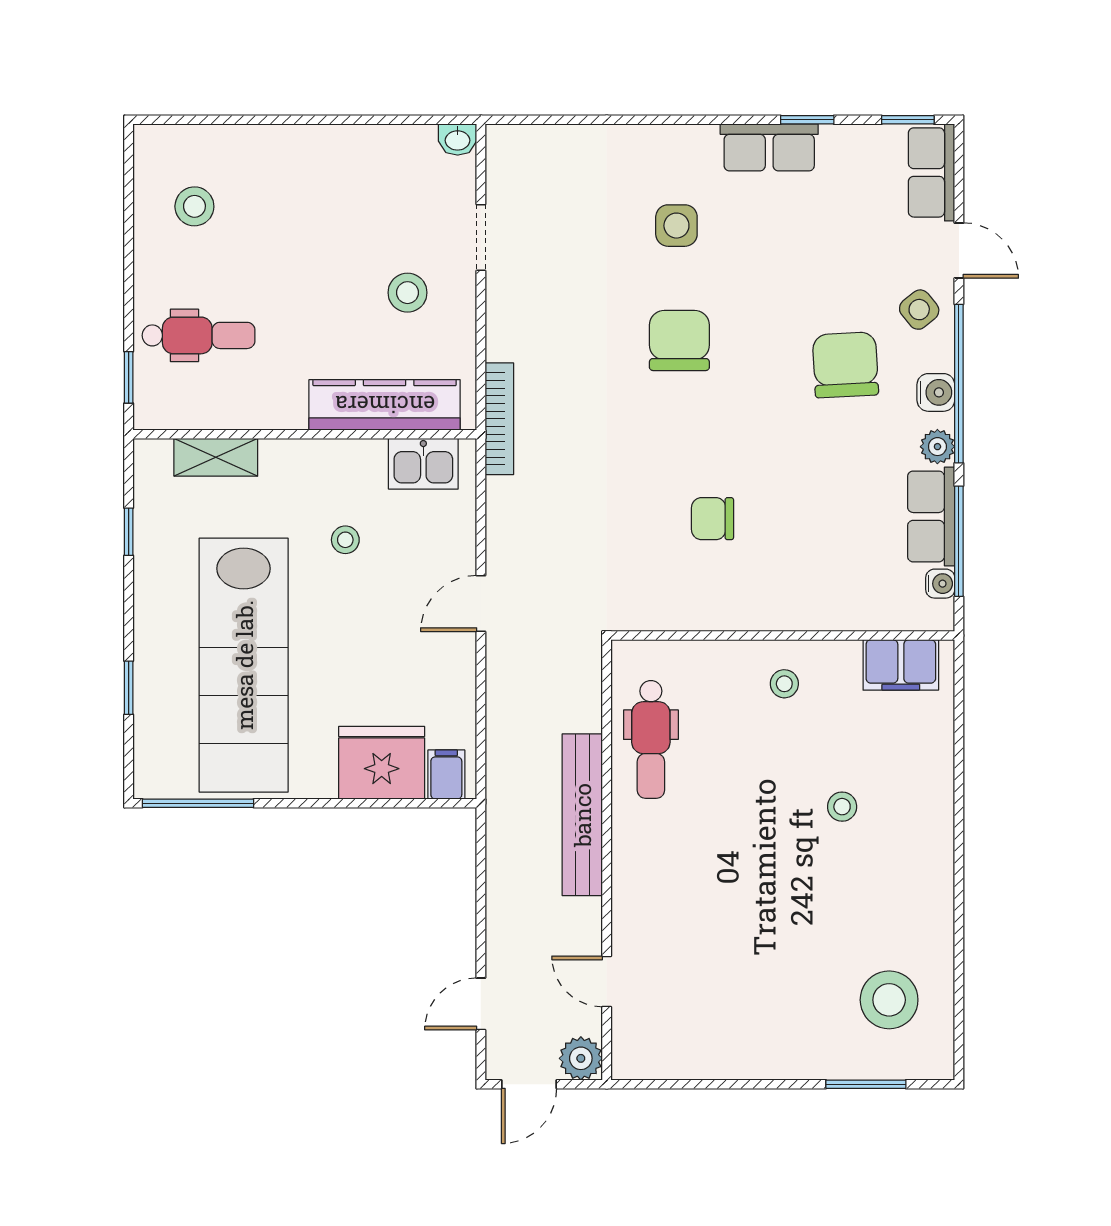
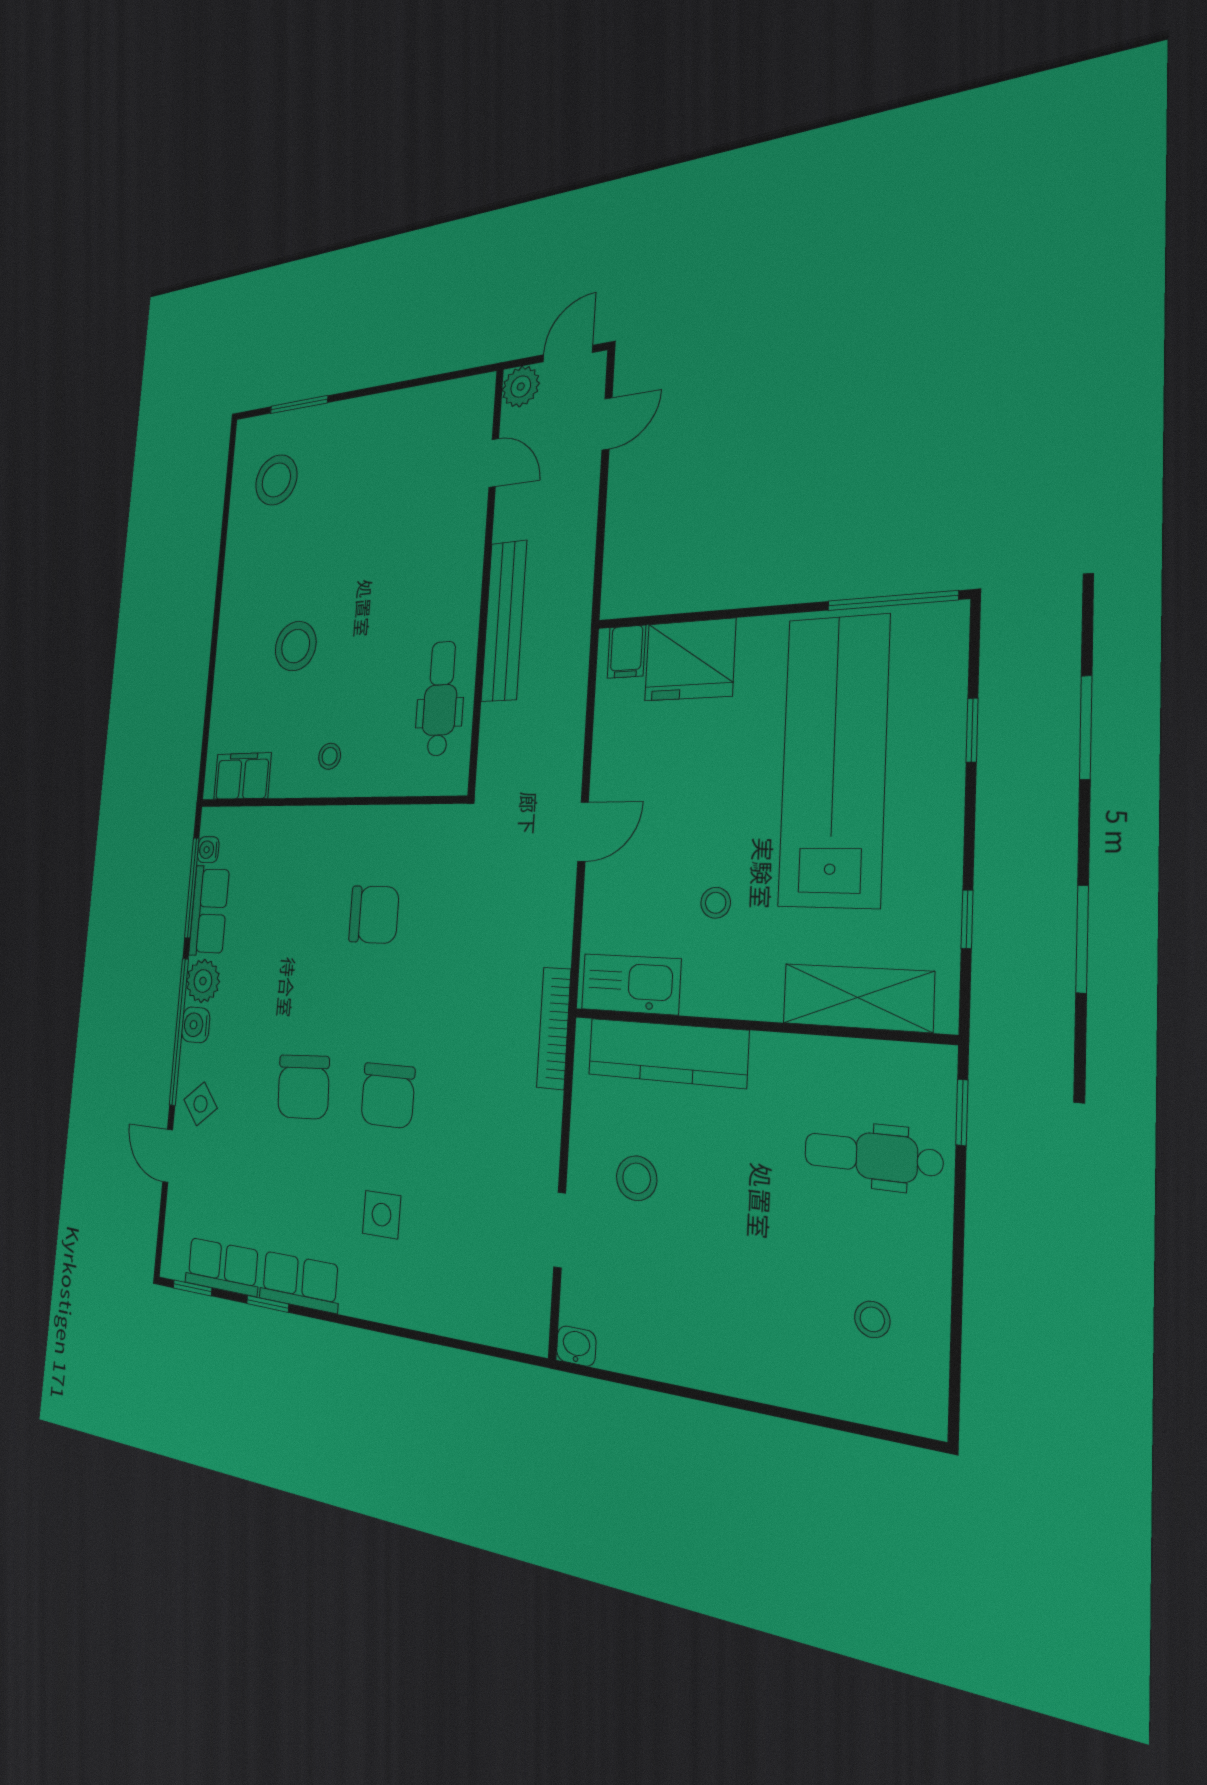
row of seats: (932, 172) -> (222, 1267), moved, turned -90
stool: (194, 206) -> (872, 1319), width x0.73, depth x0.73
chair: (845, 365) -> (303, 1087), moved
plant: (937, 447) -> (203, 981), width x1.38, depth x1.38
shelving: (216, 457) -> (857, 998), width x1.50, depth x1.33
kitchen sink: (423, 464) -> (631, 984), width x1.38
chair: (712, 519) -> (374, 915), width x1.37, depth x1.37
stool: (842, 807) -> (296, 646), width x1.89, depth x1.89

